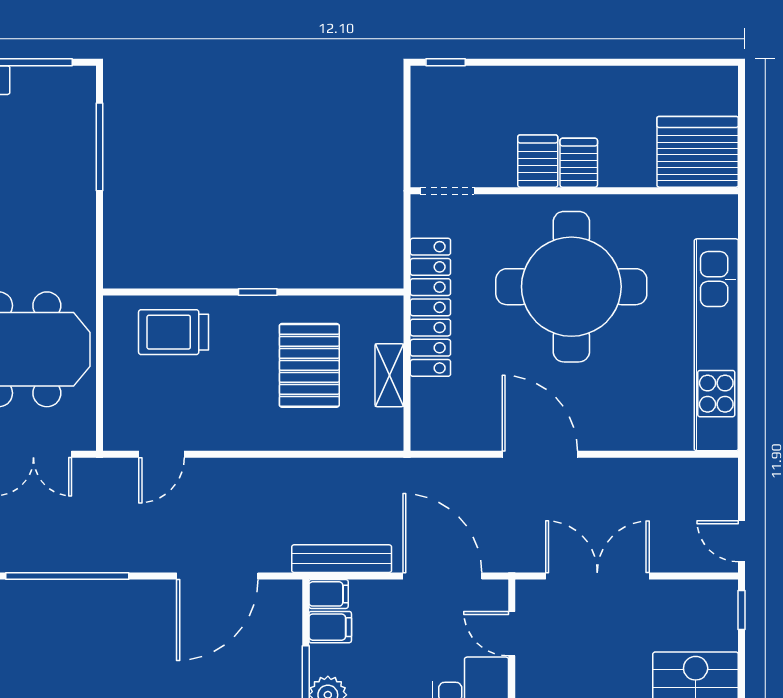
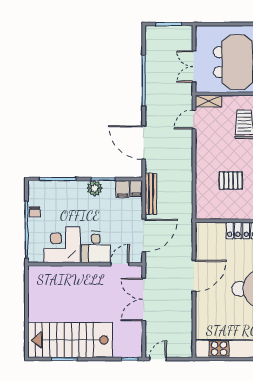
pallet: (309, 365) -> (231, 180), width x0.67, depth x0.71
shelving: (389, 375) -> (208, 101), moved
door: (161, 454) -> (194, 119), hinge flipped
double door: (597, 576) -> (144, 299), swing flipped

